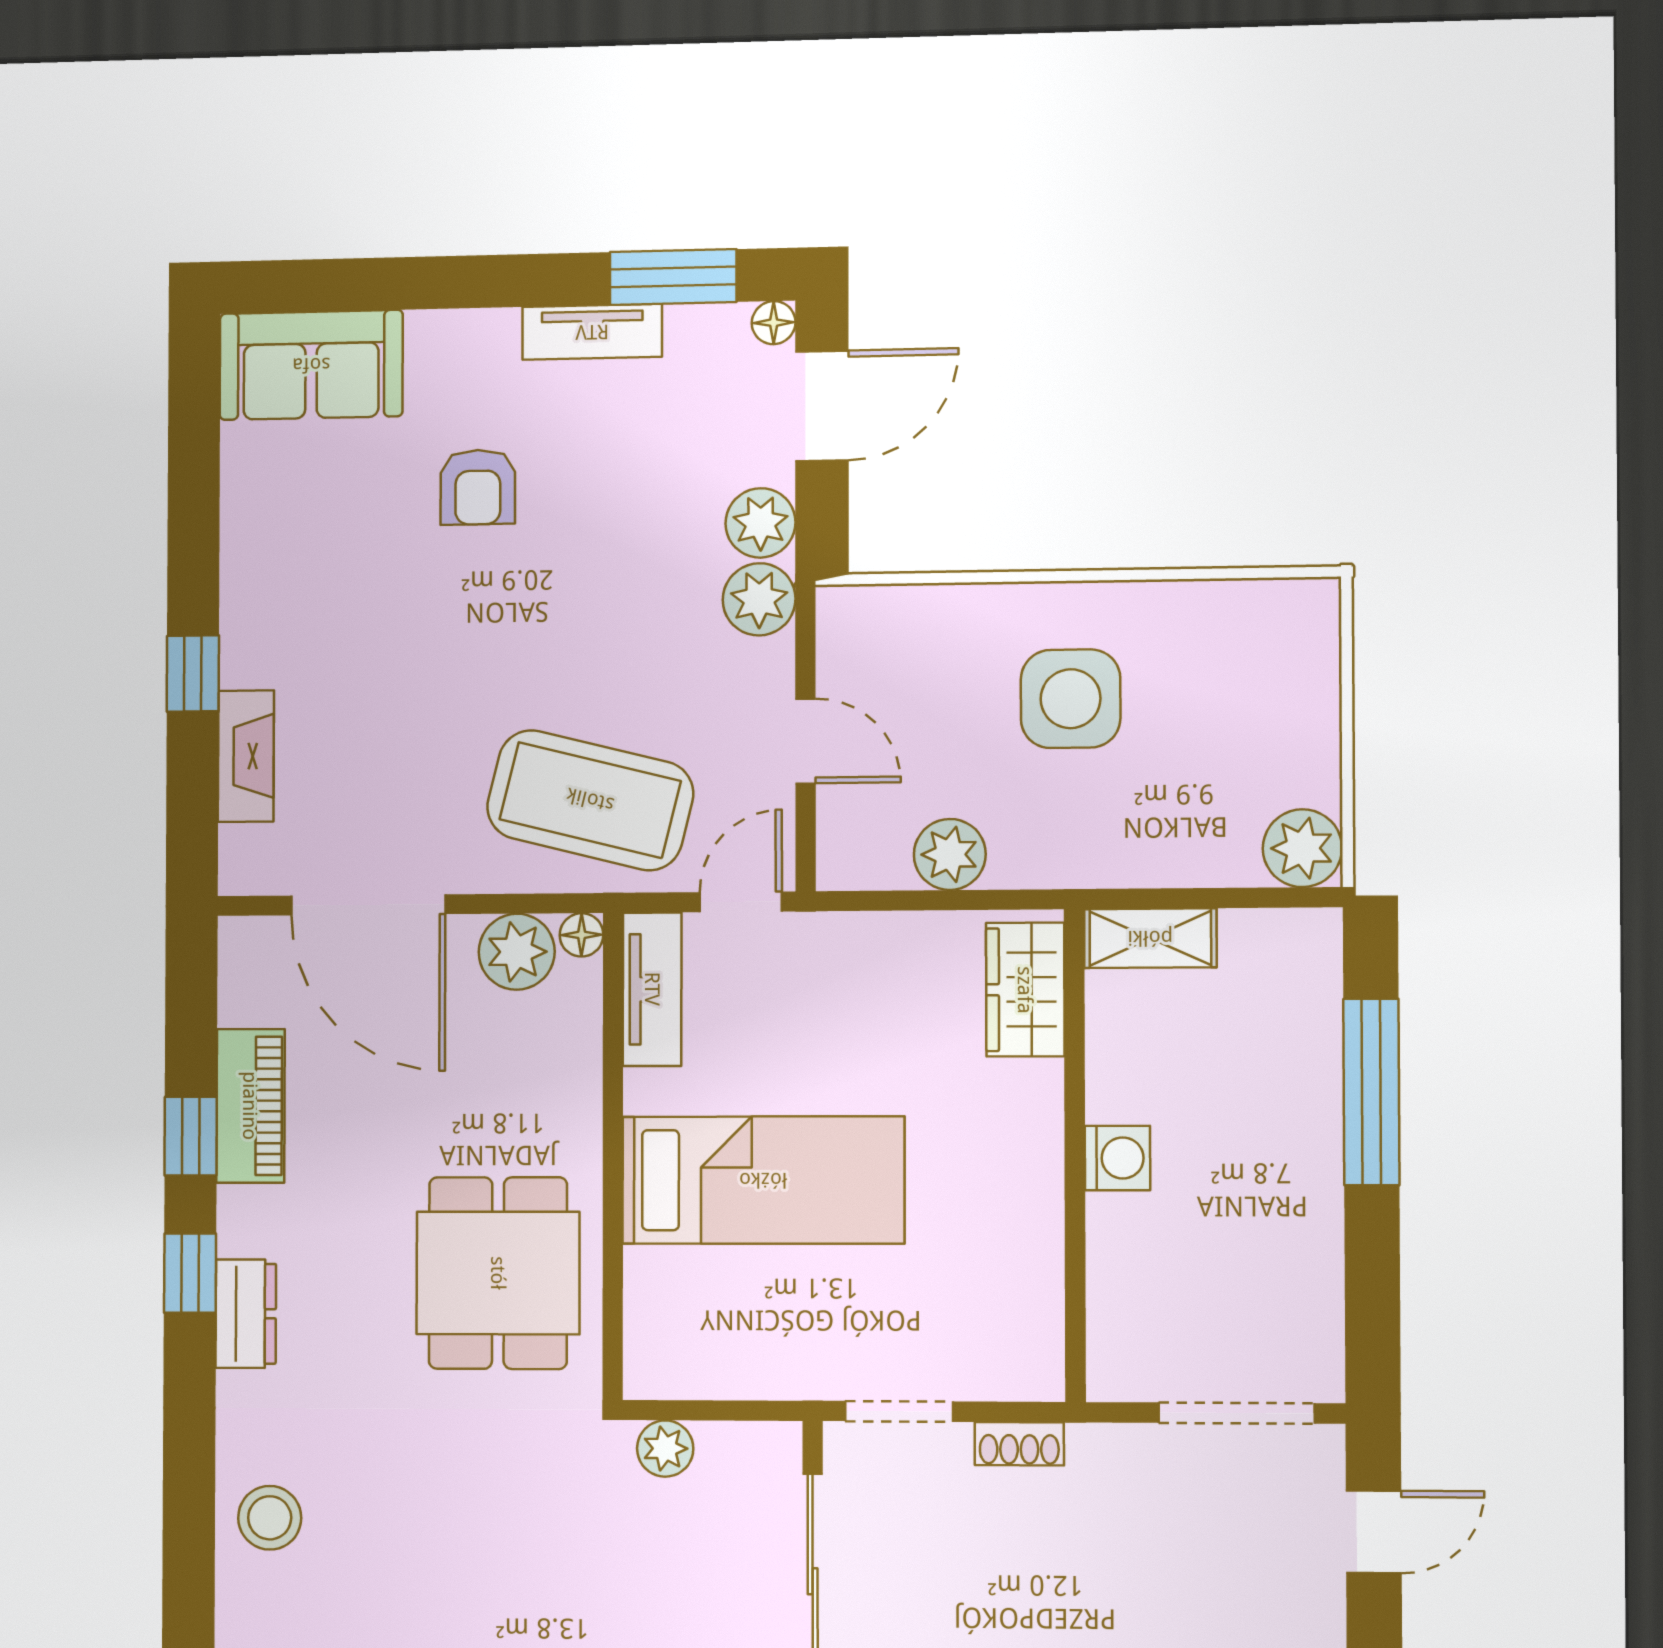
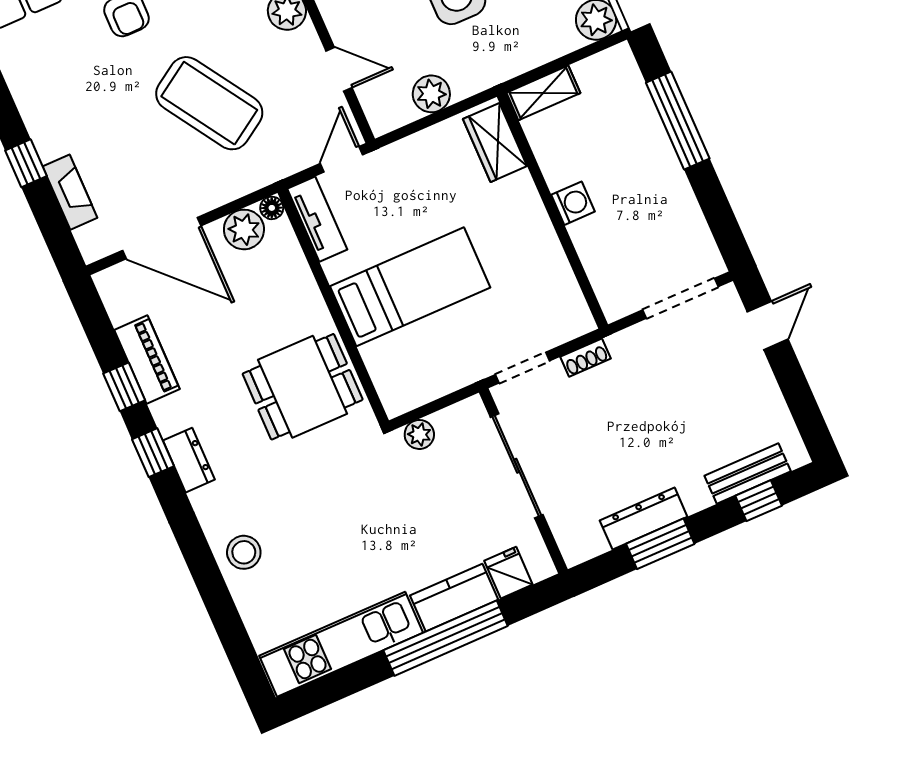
coffee table: (590, 800) -> (209, 103), moved, turned 43
dining table: (498, 1273) -> (303, 387), turned 90

